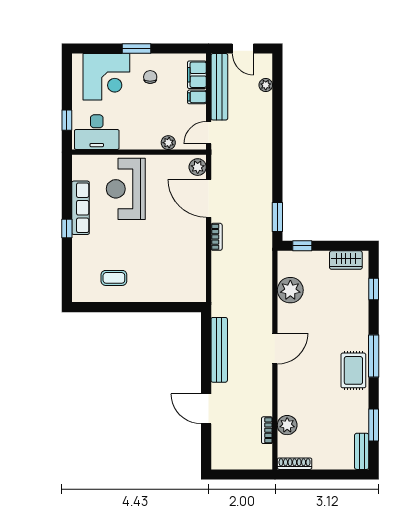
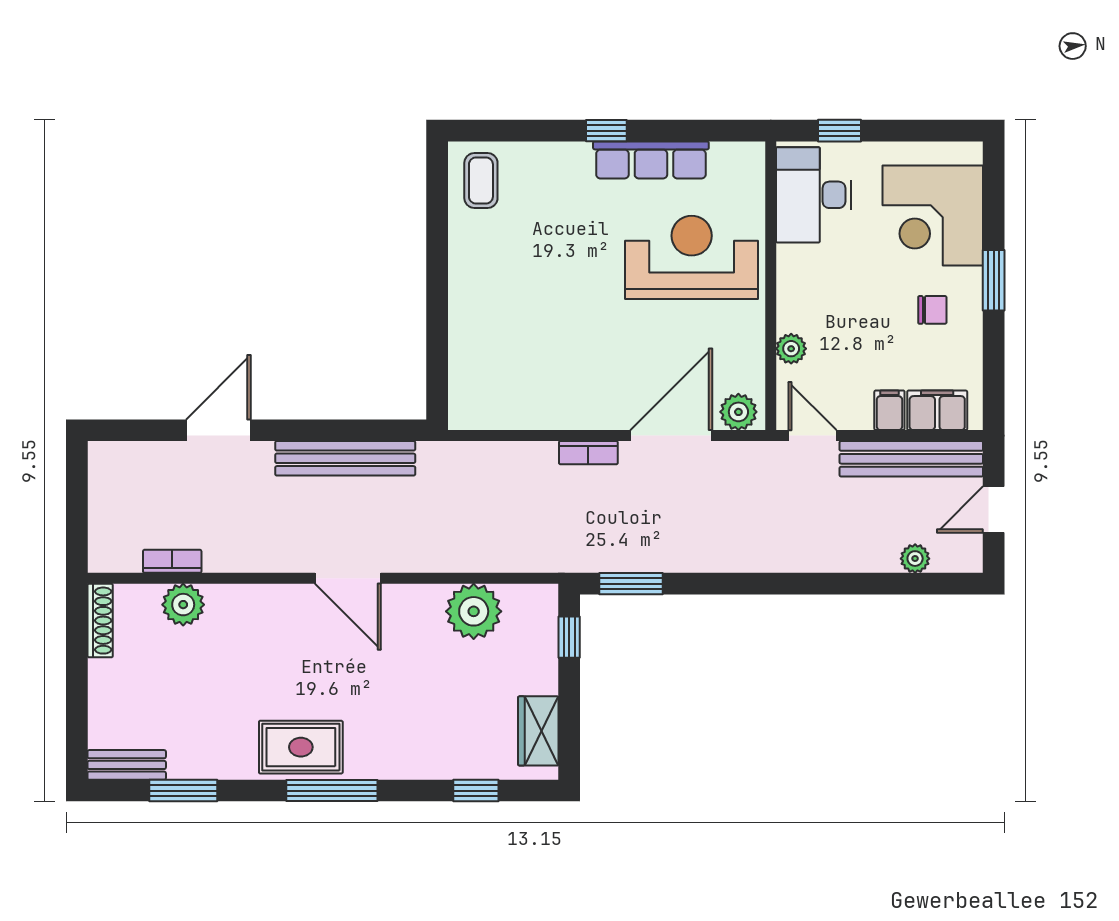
coffee table: (114, 278) -> (481, 181), moved

